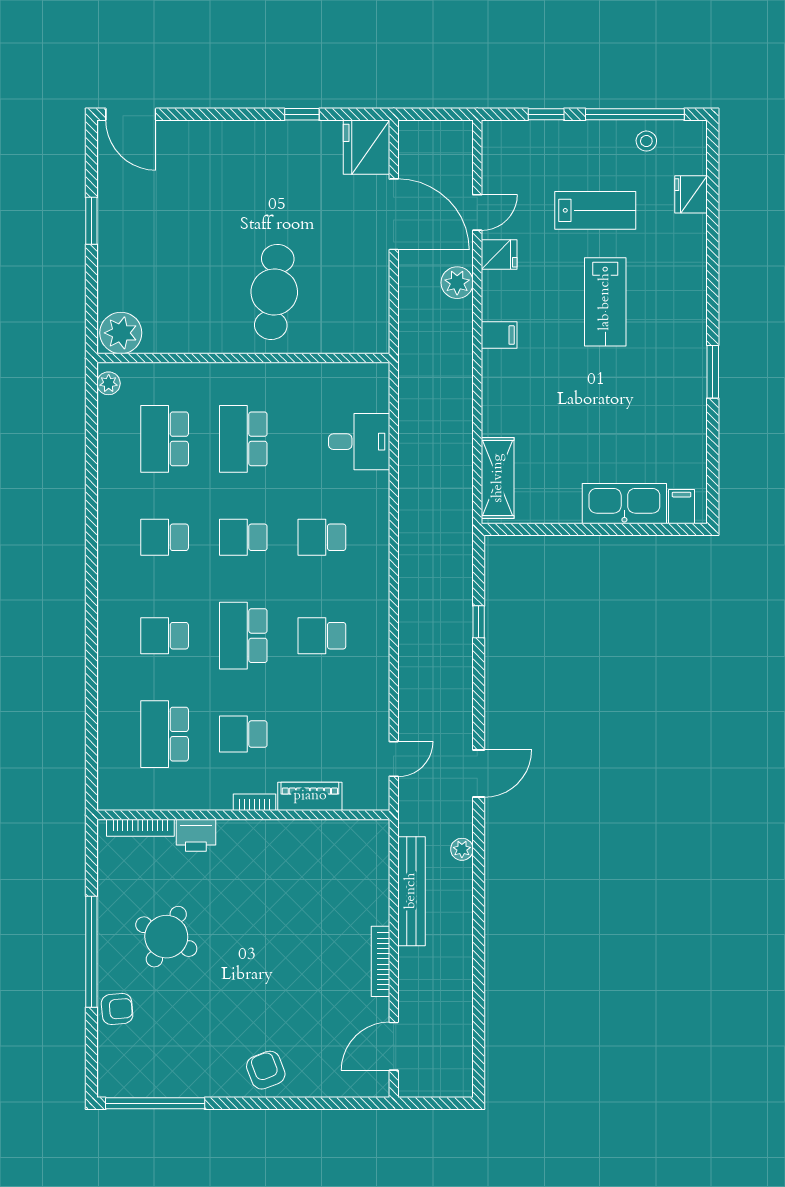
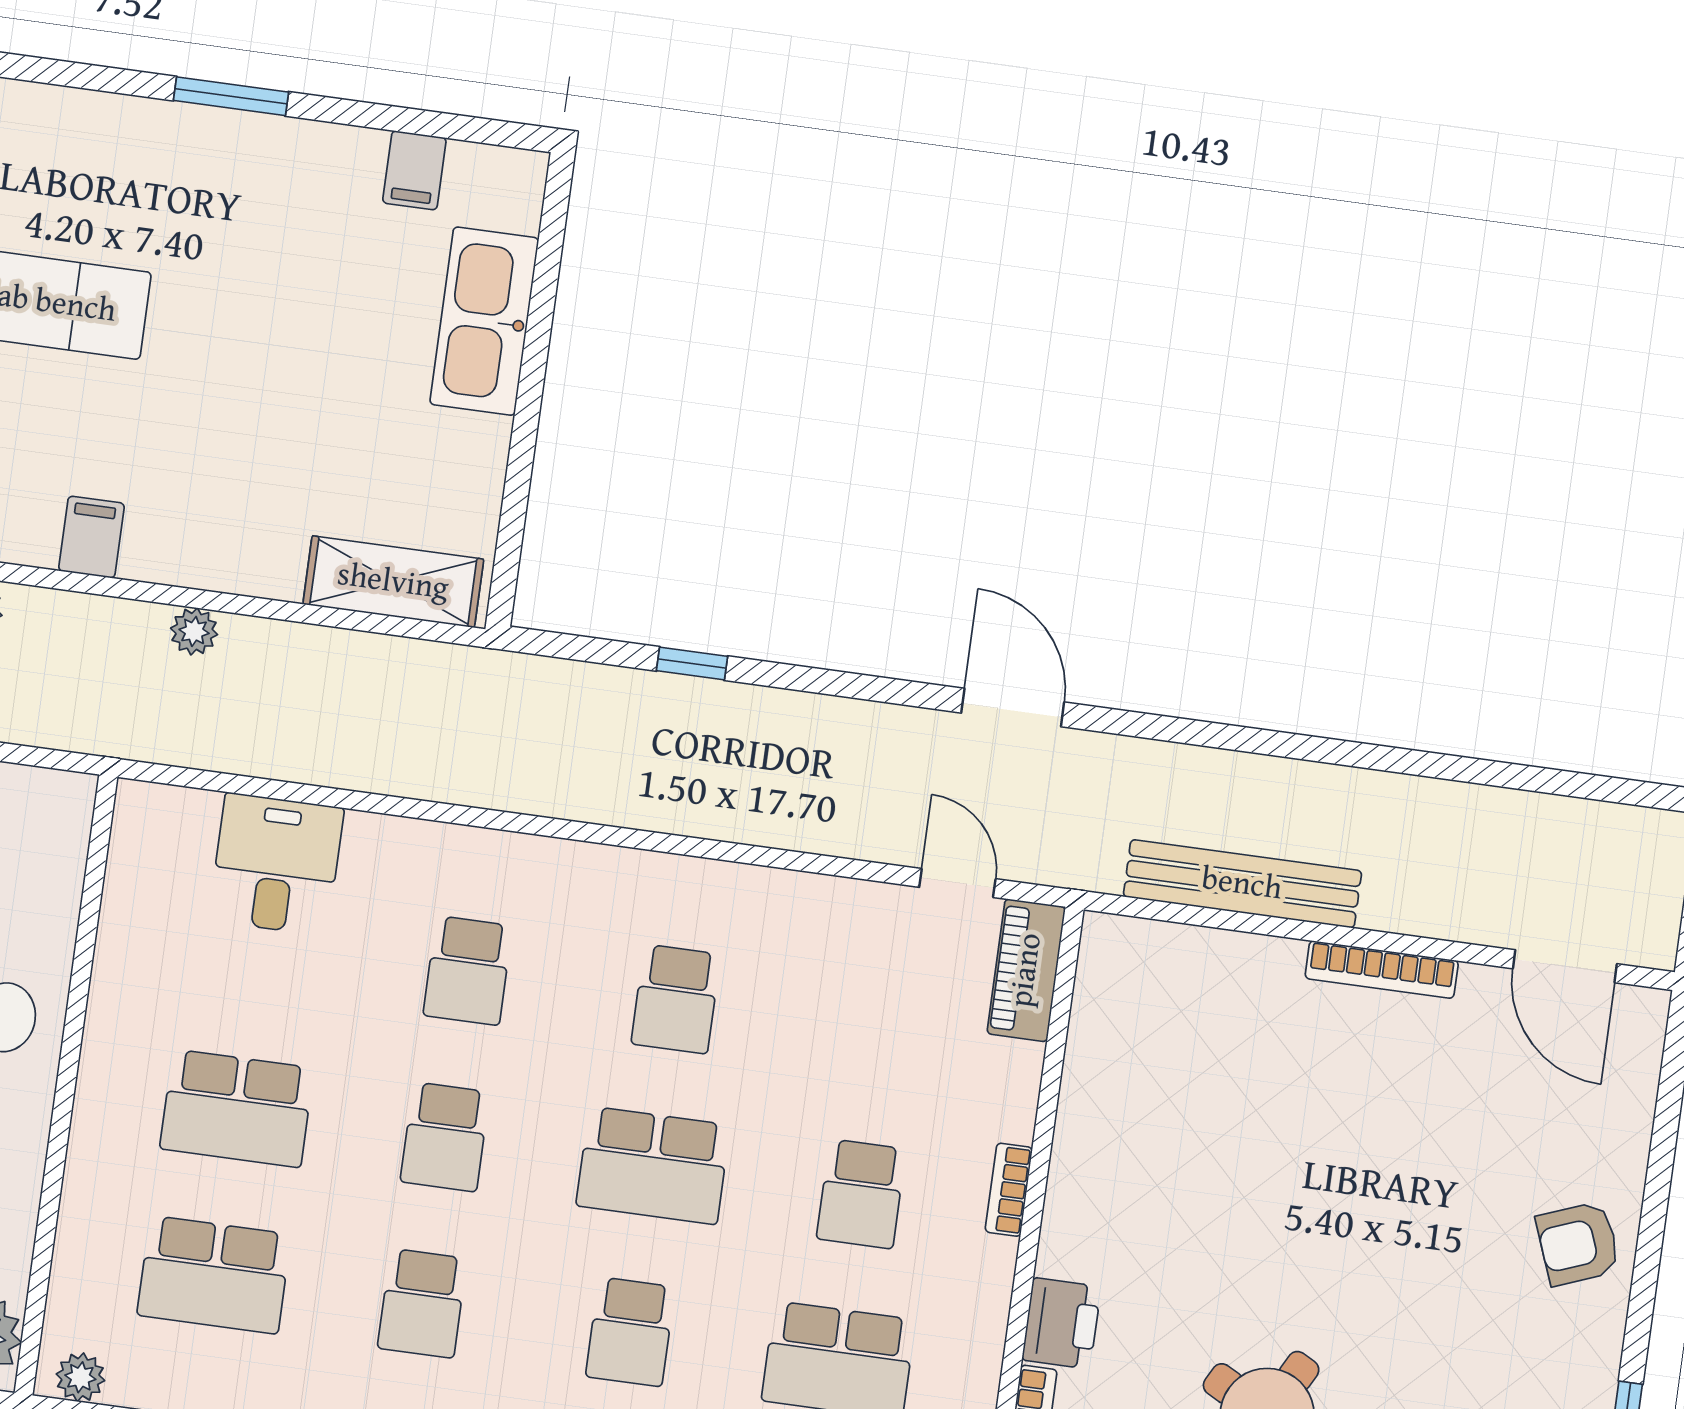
filing cabinet: (682, 507) -> (414, 170), moved, turned -90
piano: (310, 796) -> (1026, 970), moved
plant: (462, 849) -> (194, 631), moved

